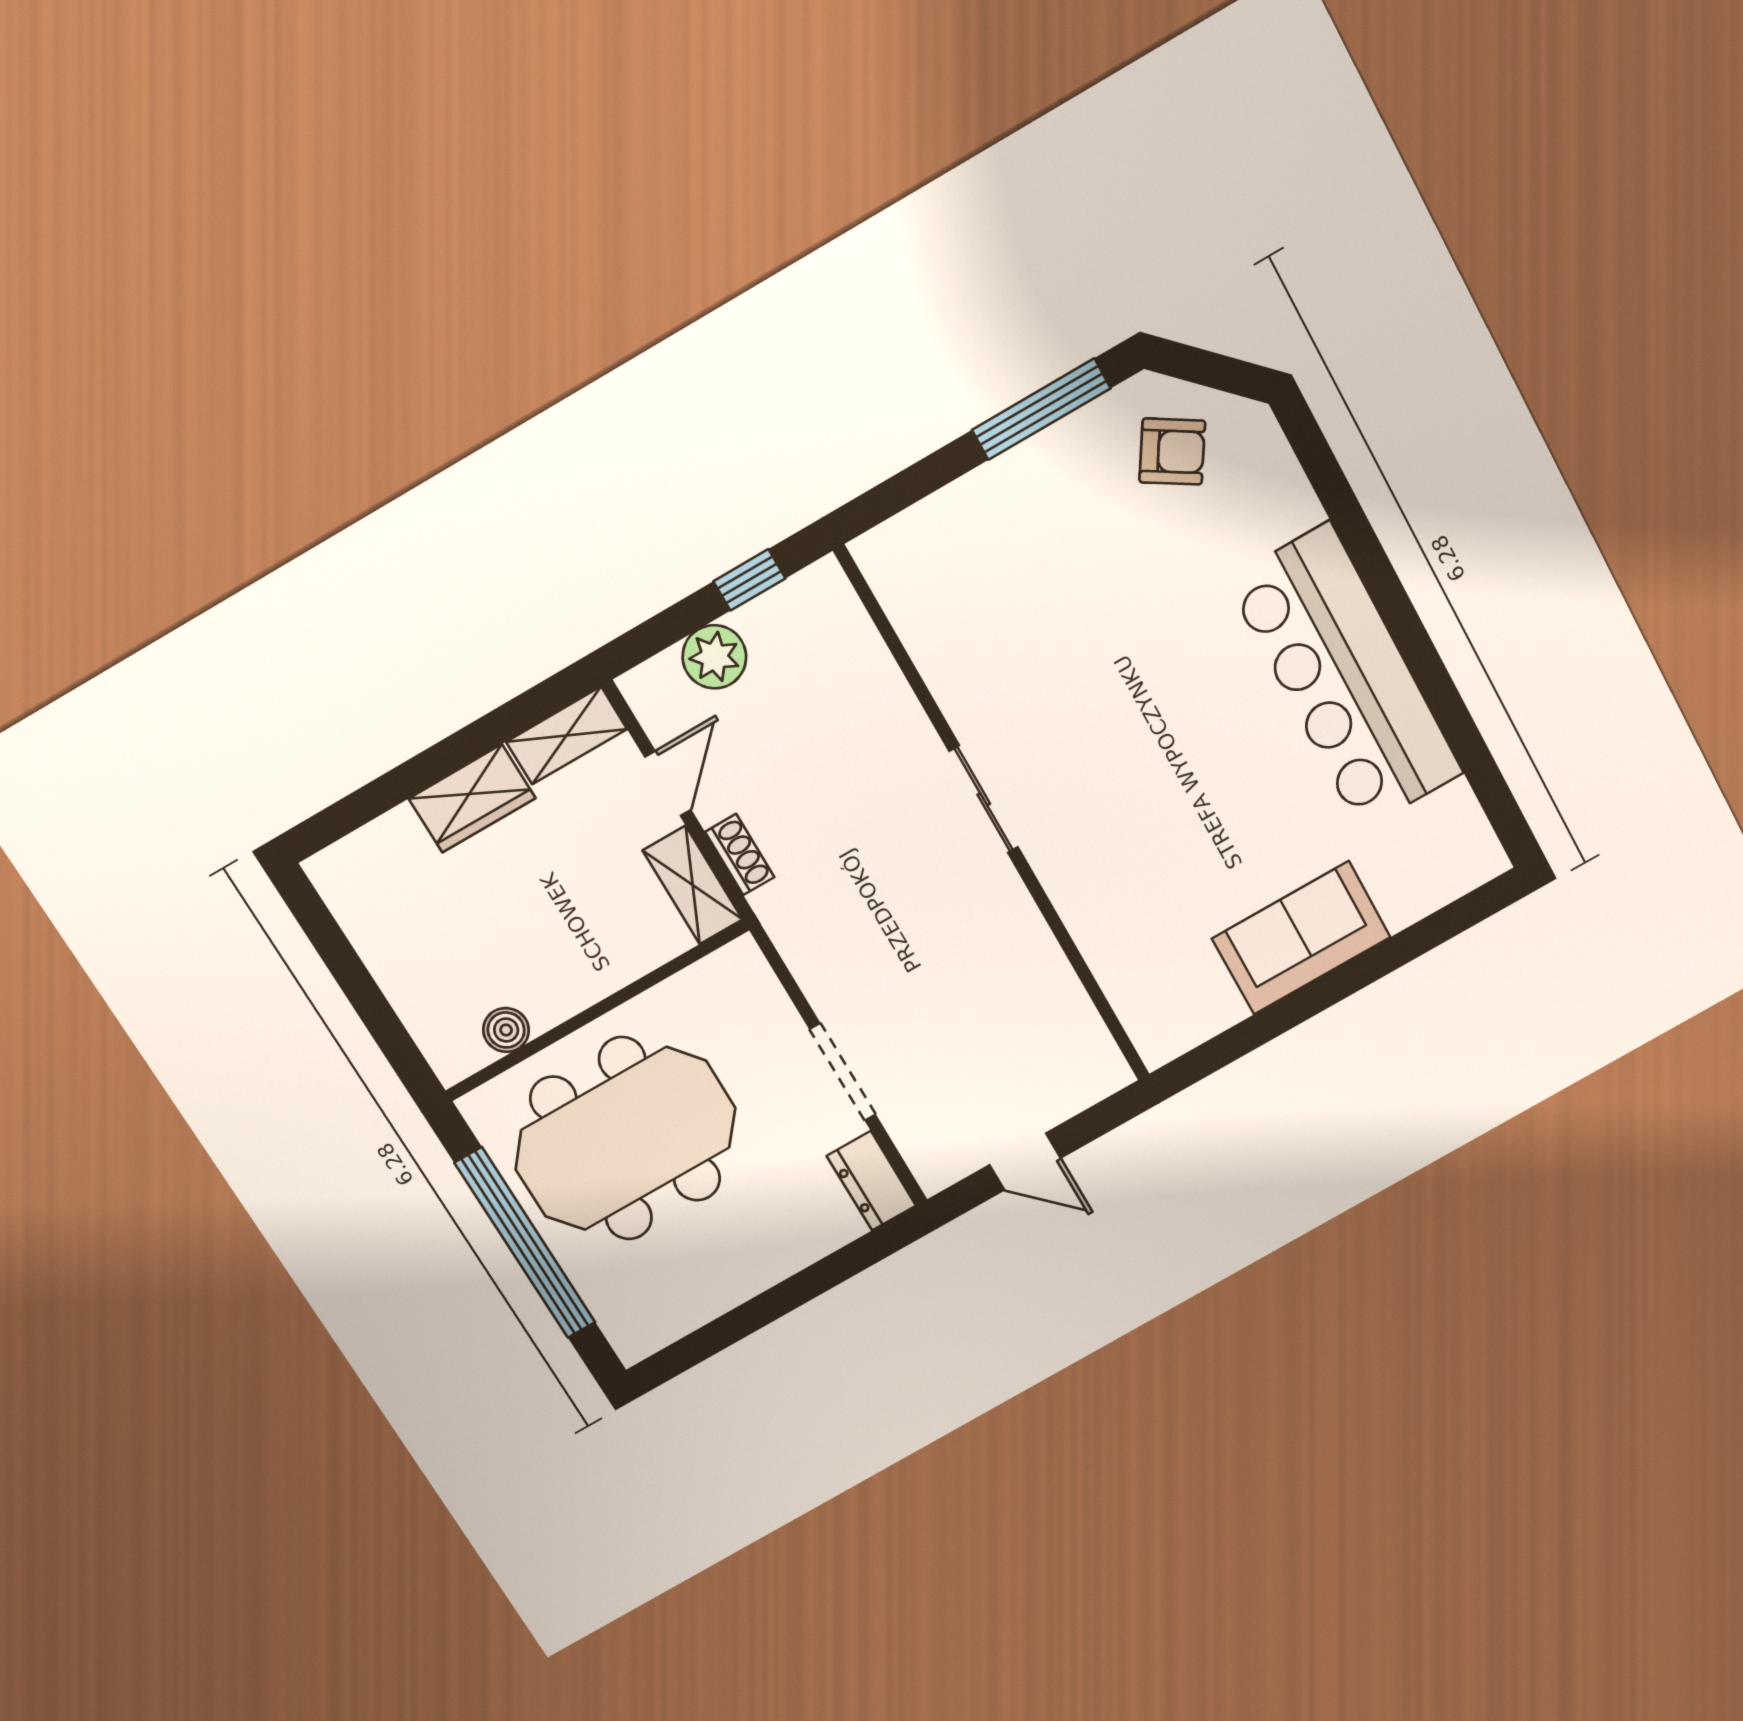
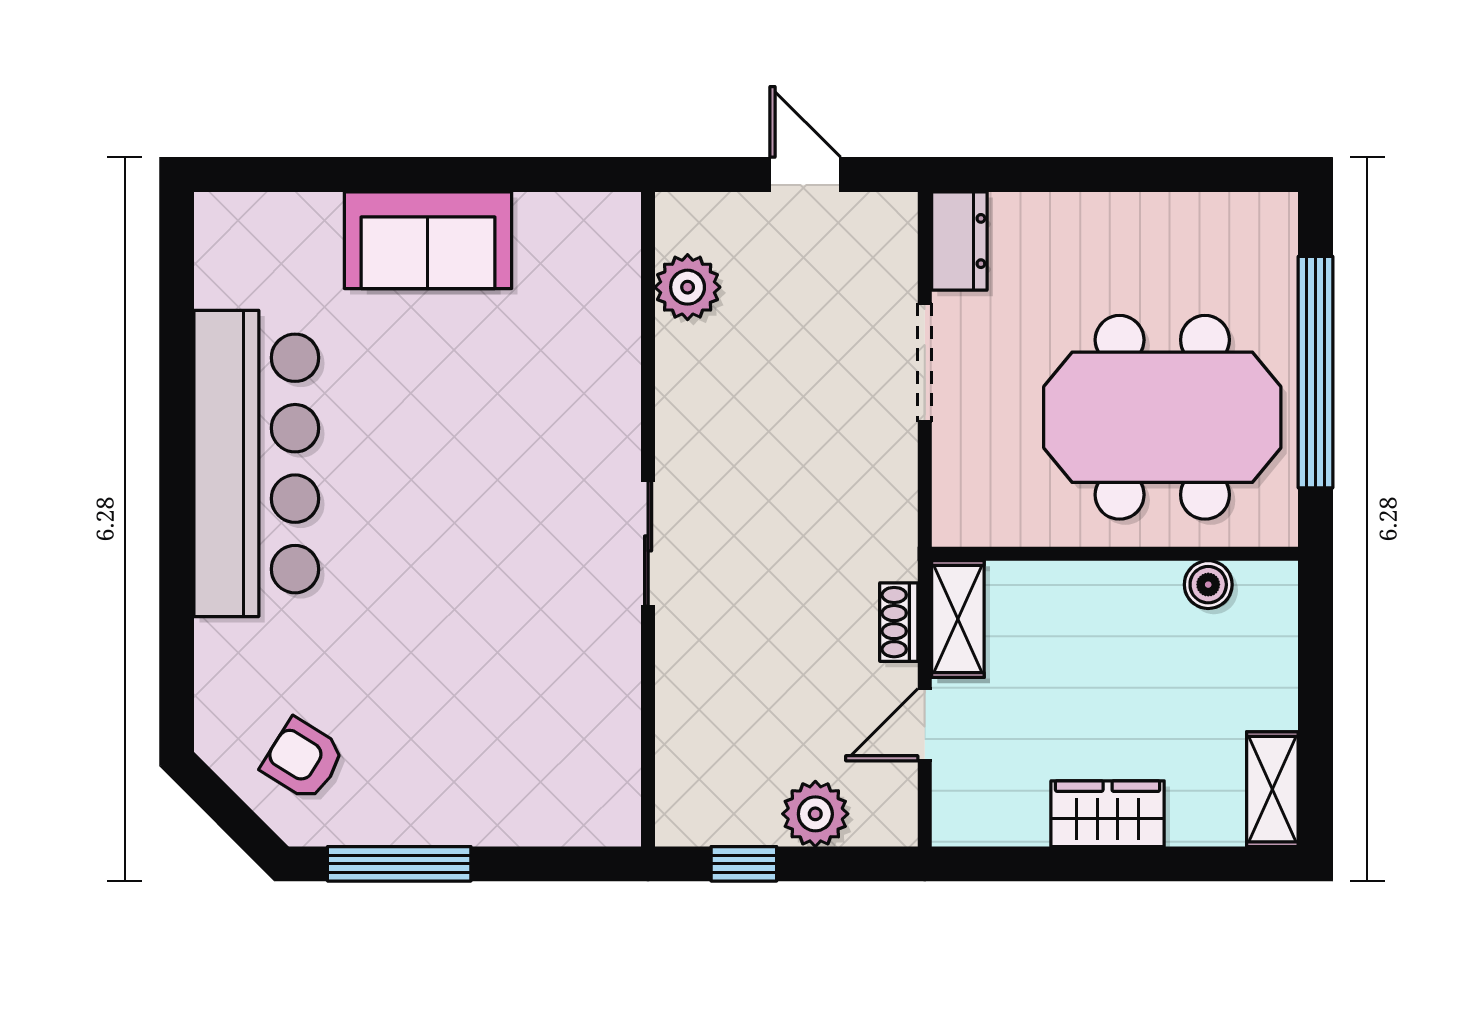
shelving: (566, 735) -> (1272, 789), moved, turned 90
plant: (1069, 1021) -> (688, 287), added

